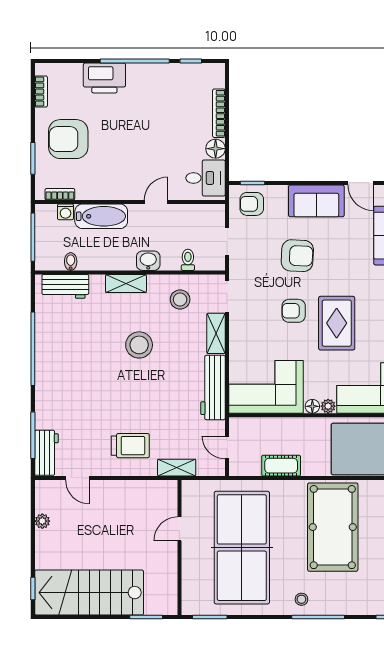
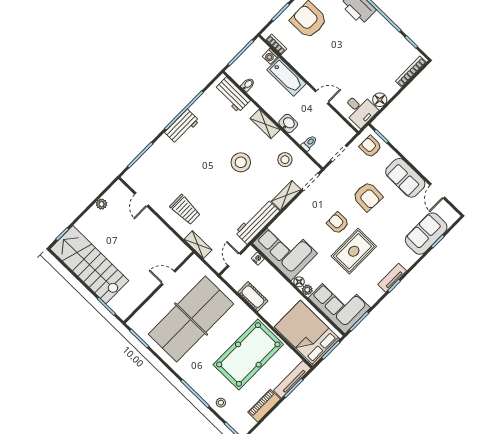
bookcase: (219, 113) -> (411, 72), moved
nightstand: (249, 424) -> (258, 259), added
workbench: (46, 453) -> (182, 127), moved
stool: (301, 599) -> (221, 403), moved

